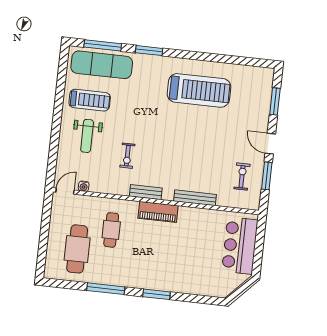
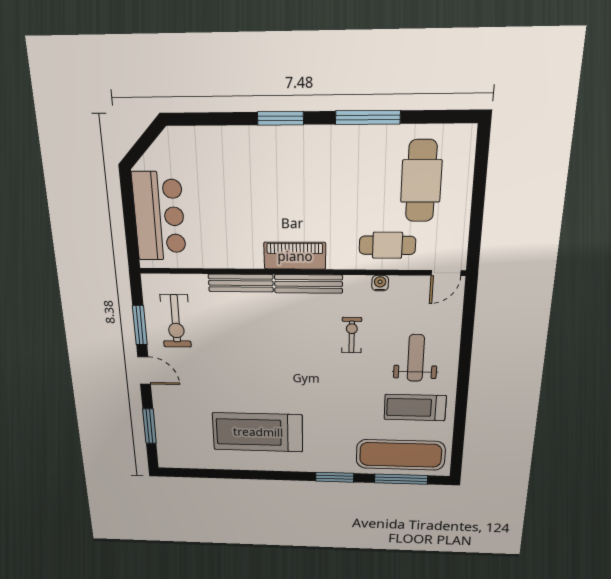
exercise bike: (242, 177) -> (176, 321), width x1.38, depth x1.39
water cooler: (84, 186) -> (380, 283), moved
bench: (146, 192) -> (308, 284), width x1.36
cafe table: (111, 230) -> (387, 245), moved, turned 90

